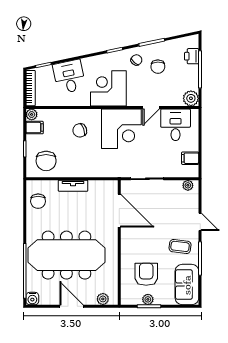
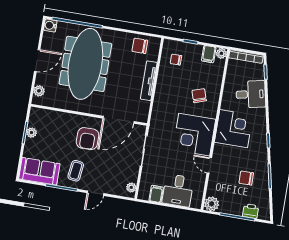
chair: (136, 60) -> (256, 159), removed
desk: (176, 125) -> (178, 190), moved, turned 90
chair: (46, 161) -> (176, 60), width x0.54, depth x0.54
tv unit: (73, 186) -> (149, 81), width x1.41
armchair: (146, 274) -> (88, 139), moved, turned 90

